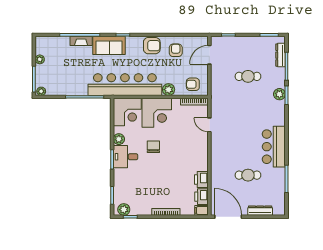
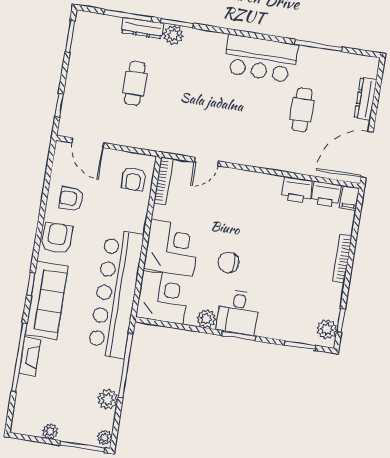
sofa: (109, 45) -> (47, 300), width x1.36
dresser: (281, 55) -> (142, 28), moved
plant: (169, 90) -> (108, 399), moved

